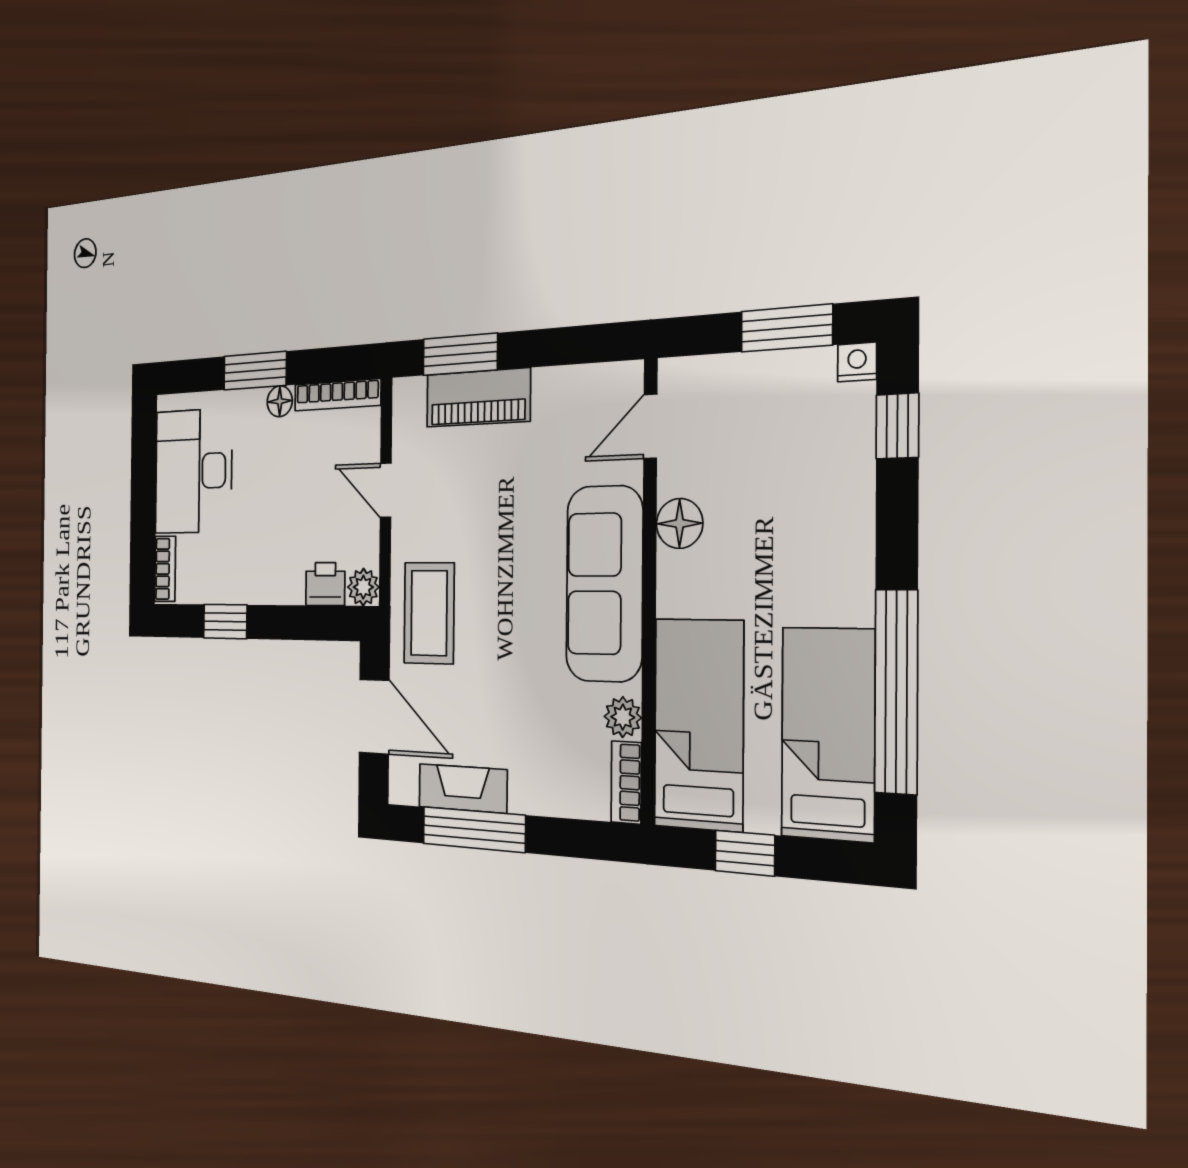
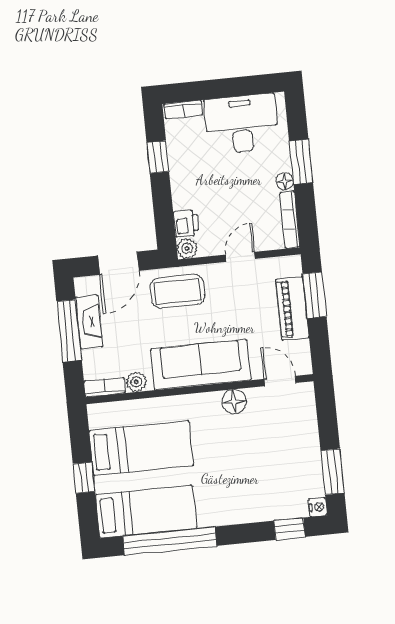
door: (650, 426) -> (280, 381), moved
floor lamp: (680, 523) -> (234, 401), moved
sofa: (604, 584) -> (201, 365), moved
wall: (649, 591) -> (200, 389), moved
plant: (623, 717) -> (136, 382), moved
bookcase: (626, 782) -> (105, 387), moved

